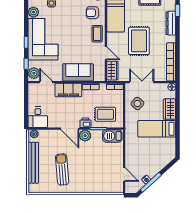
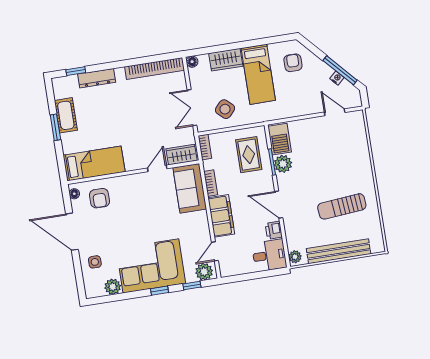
coffee table: (97, 34) -> (130, 186), removed
rug: (139, 41) -> (131, 122), removed
sofa: (78, 72) -> (190, 188), moved
printer: (85, 123) -> (274, 230), moved
door: (70, 129) -> (279, 205), swing flipped
plant: (85, 136) -> (283, 164), moved
armchair: (161, 152) -> (293, 63), added
door: (124, 175) -> (335, 112), hinge flipped

